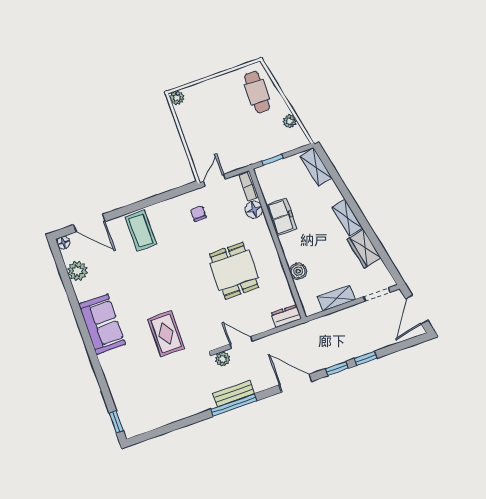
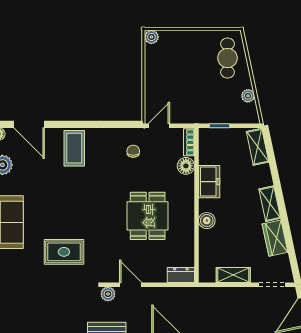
boiler: (298, 271) -> (207, 221), moved
rug: (166, 334) -> (64, 252), turned 90

